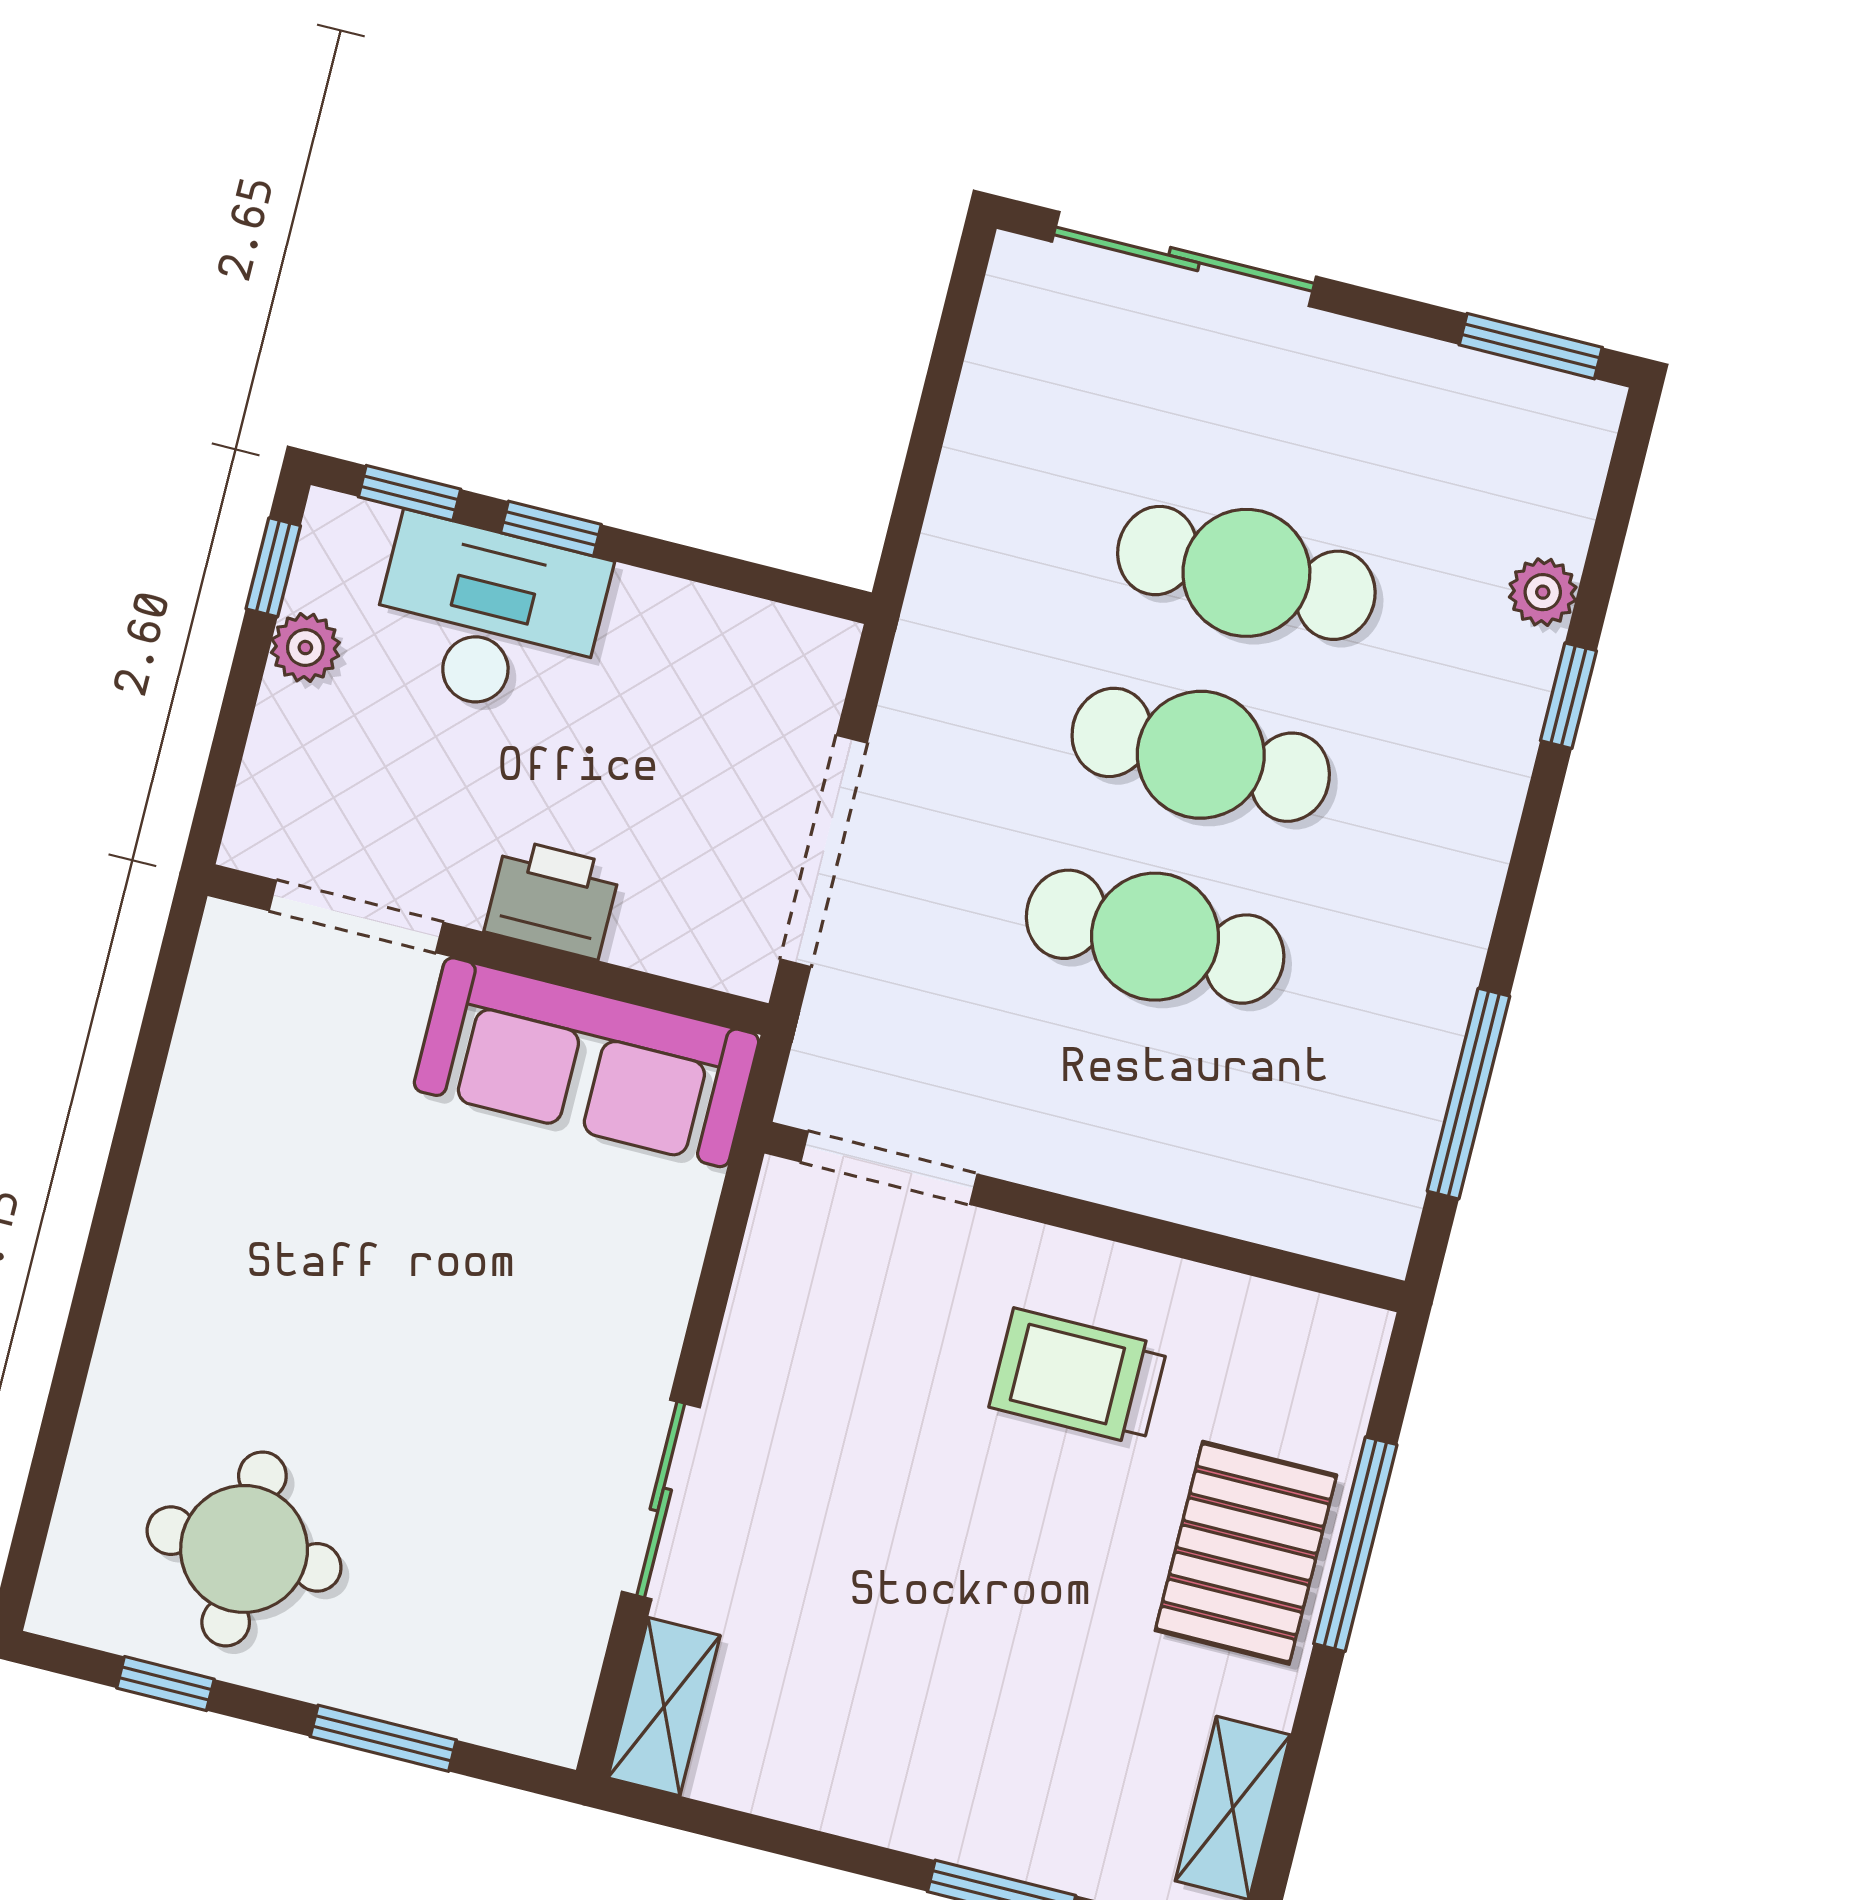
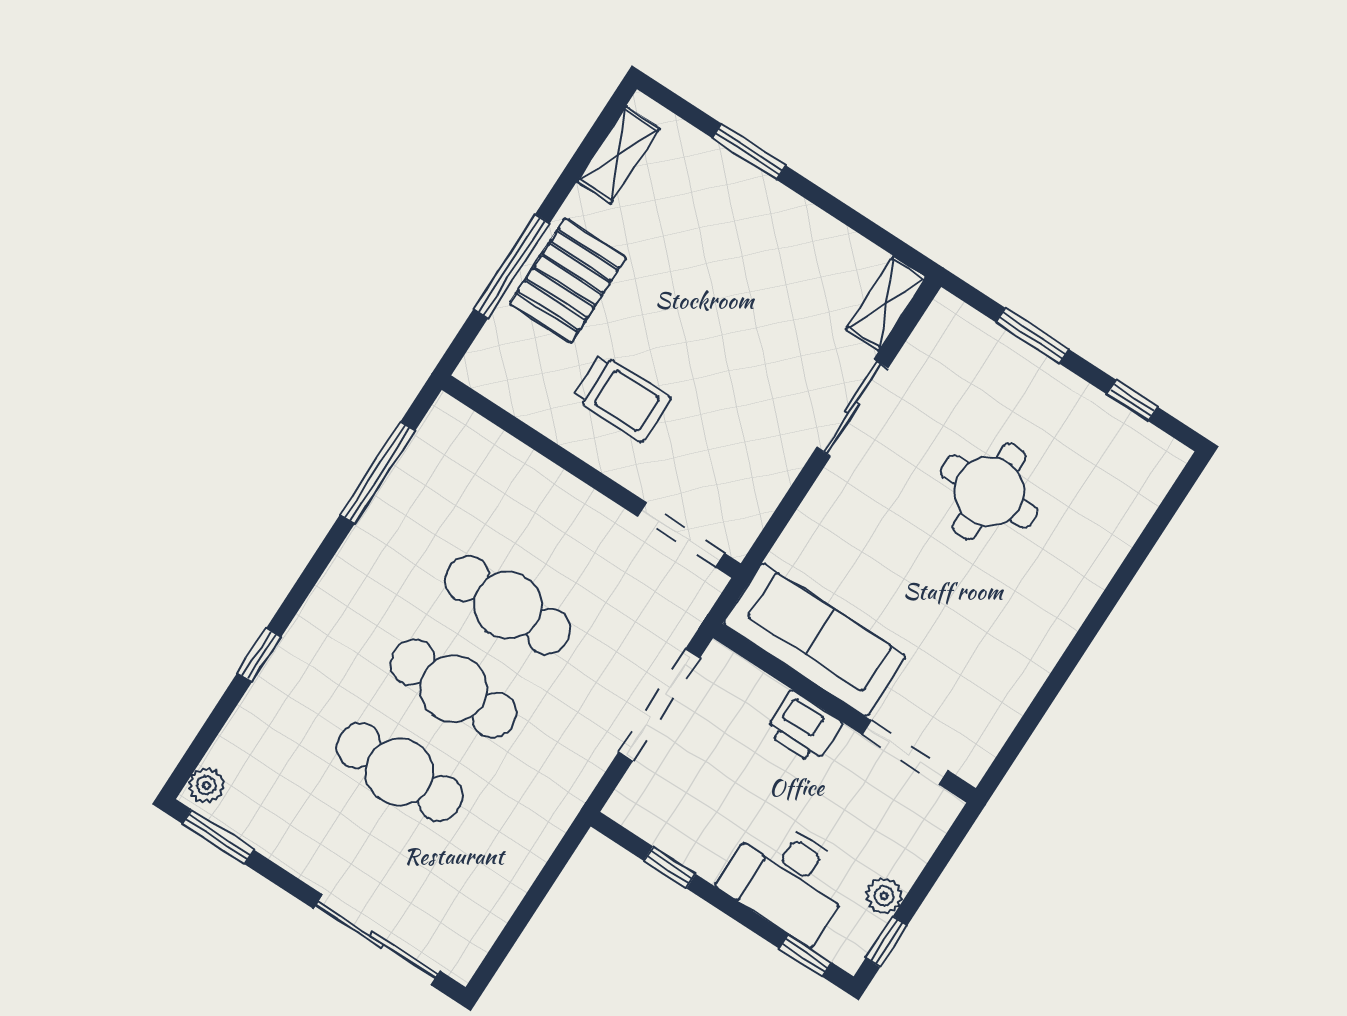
window: (551, 529) -> (670, 867), moved
plant: (1543, 592) -> (206, 785), moved
round table: (244, 1549) -> (989, 492), moved

